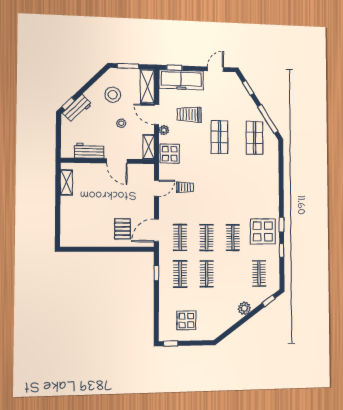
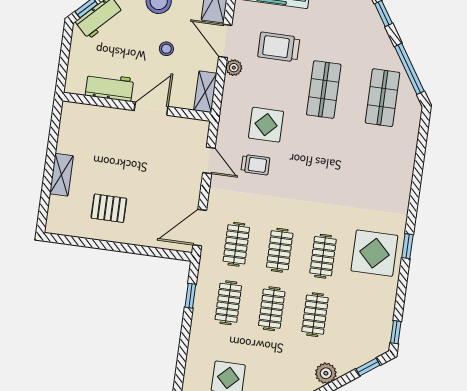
display table: (170, 154) -> (266, 125), moved
door: (117, 161) -> (151, 109), swing flipped
shelving: (66, 182) -> (61, 175), moved
door: (156, 188) -> (209, 160), hinge flipped
pallet: (123, 229) -> (109, 208), moved, turned 90
window: (282, 250) -> (396, 332), moved
clothes rail: (259, 273) -> (315, 315), moved

